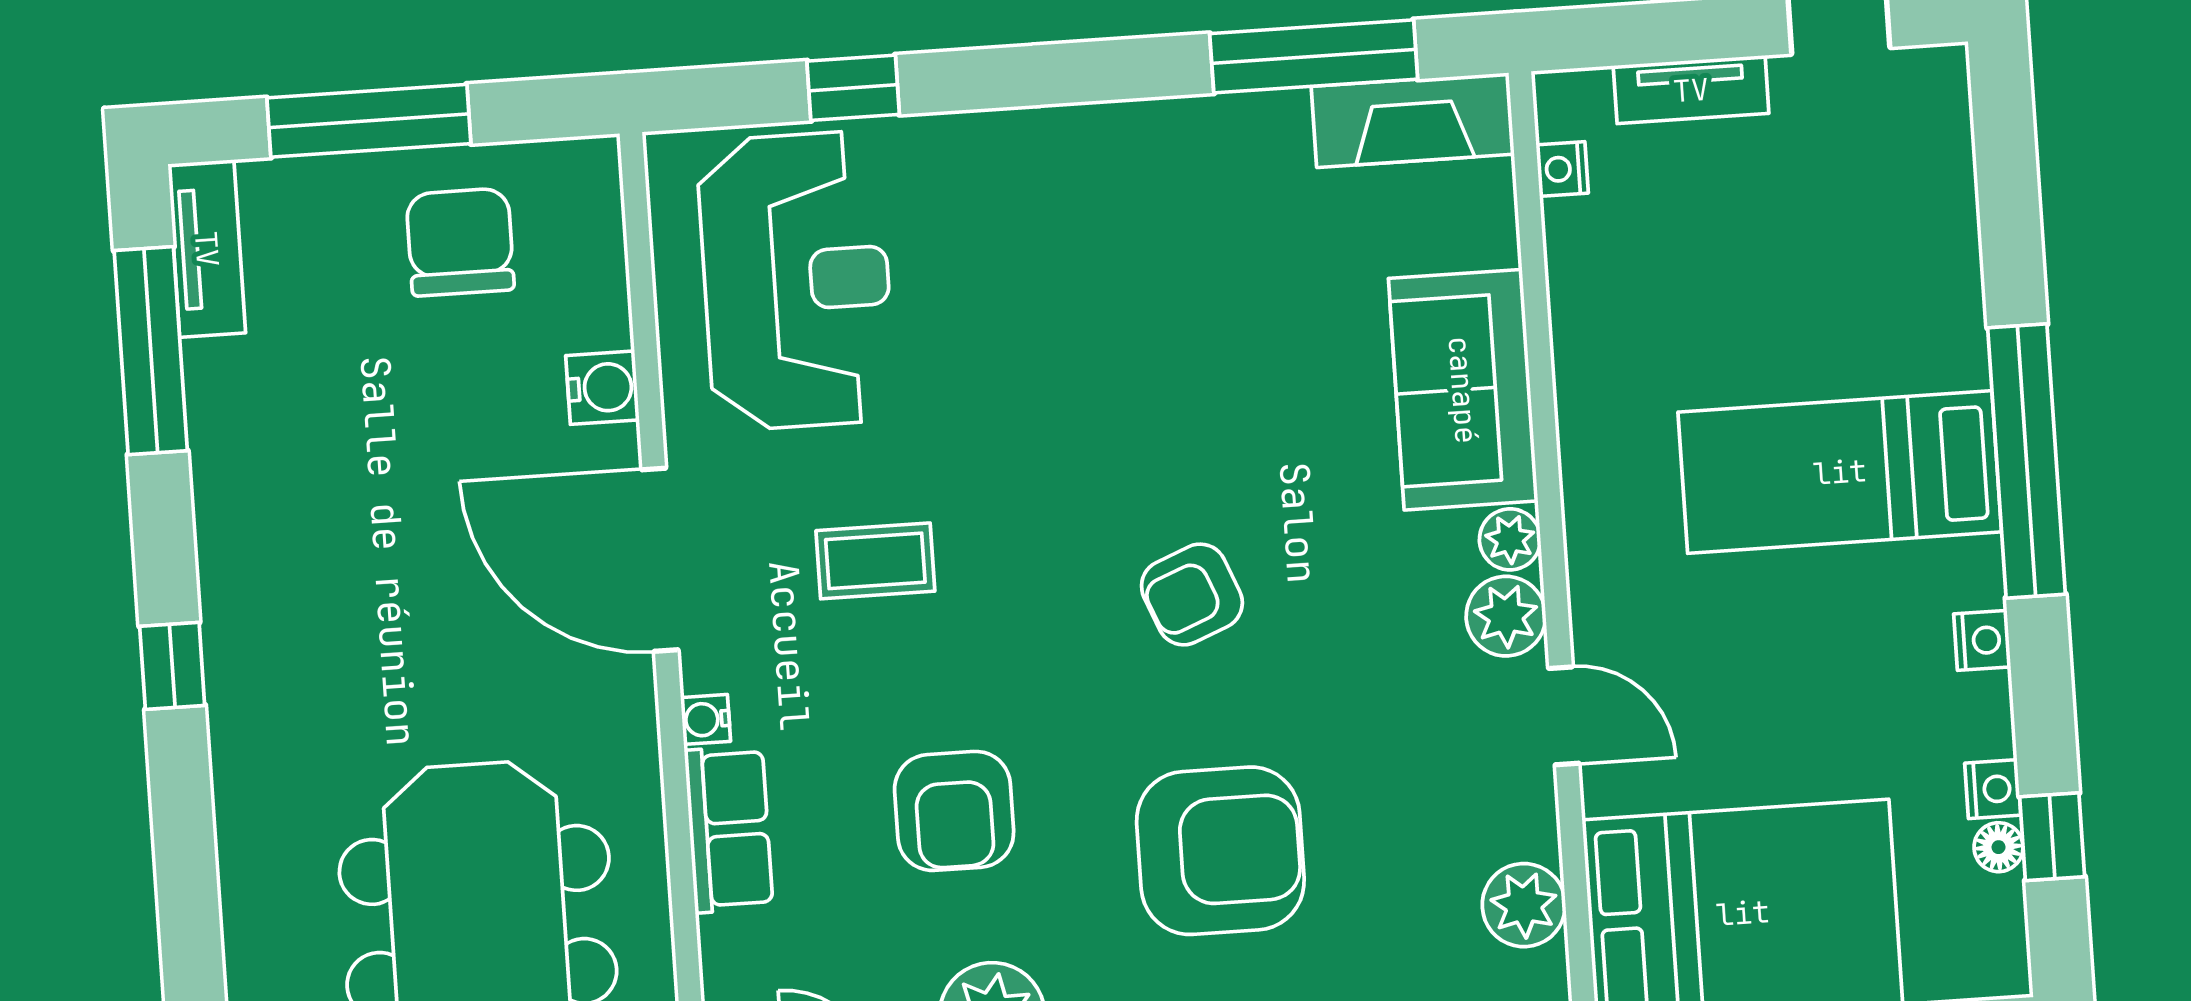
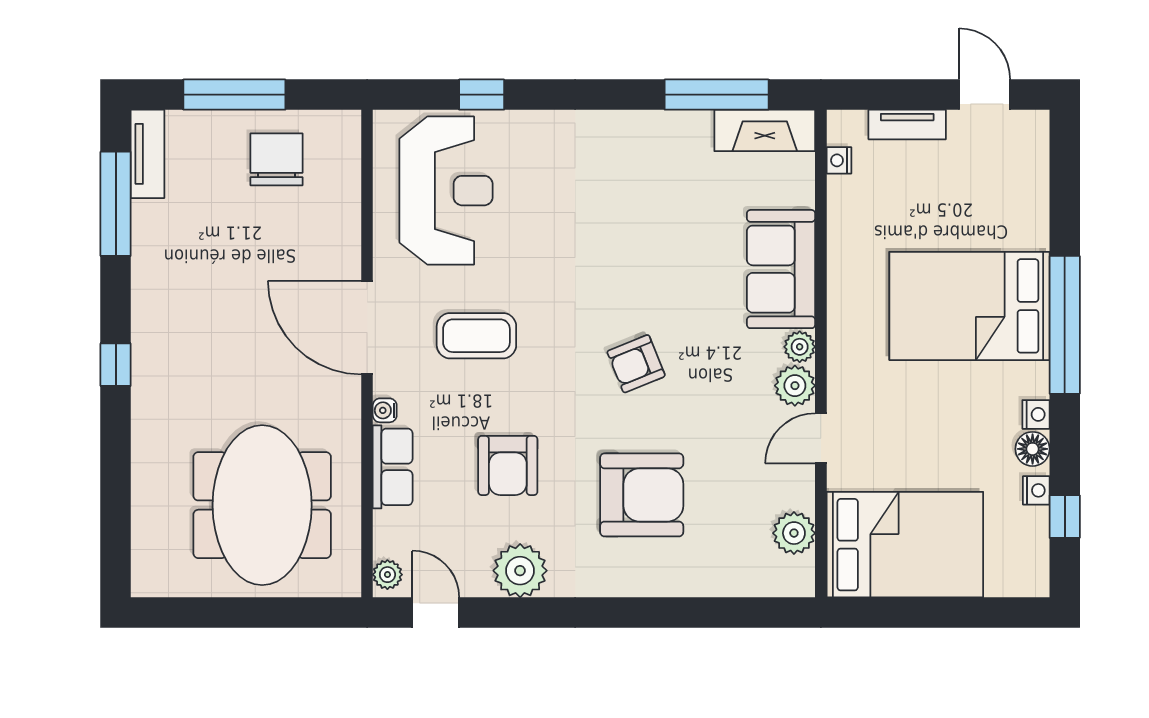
water cooler: (602, 388) -> (344, 238), removed
bed: (1840, 472) -> (969, 306), width x1.50
coffee table: (875, 561) -> (476, 336), width x1.36, depth x1.30
door: (1564, 716) -> (821, 438), swing flipped
floor lamp: (1999, 847) -> (1033, 449), moved, width x1.37, depth x1.37

